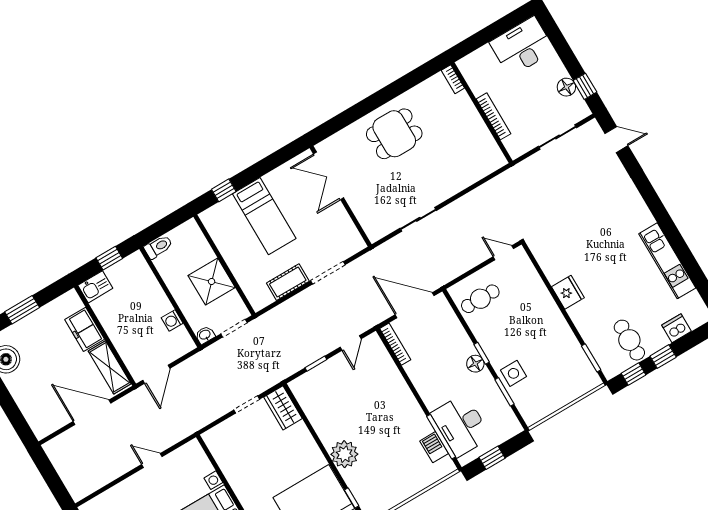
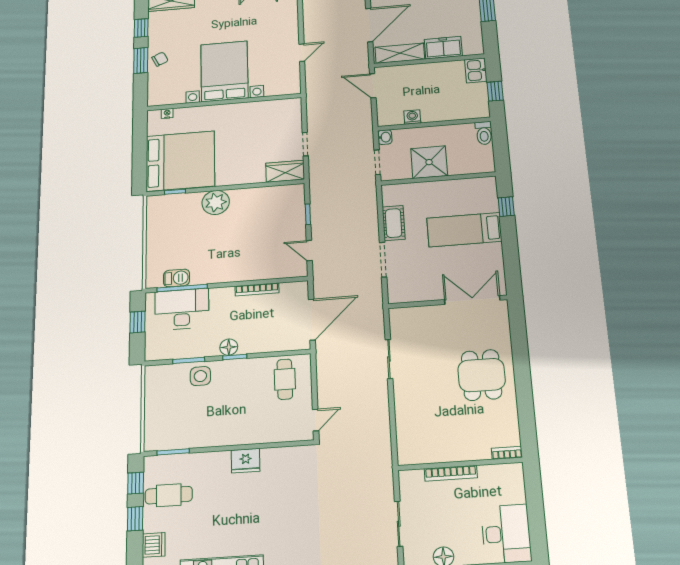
bookcase: (395, 344) -> (257, 289), moved

